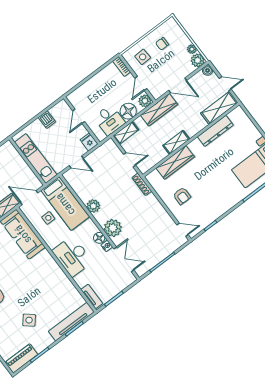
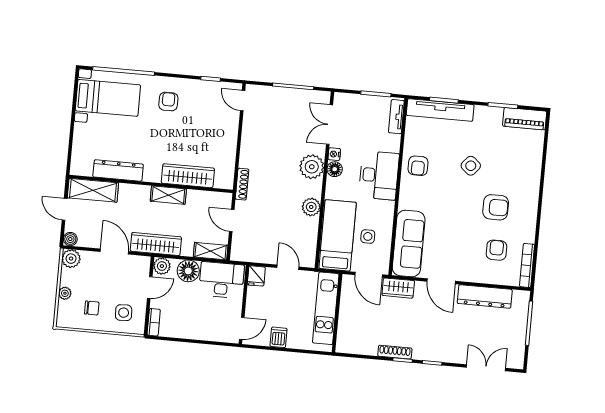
plant: (192, 49) -> (65, 293), moved
door: (79, 116) -> (242, 328), moved
desk: (109, 120) -> (221, 280), width x1.37
armchair: (182, 196) -> (168, 102), moved
armchair: (56, 281) -> (418, 166), added
side table: (29, 320) -> (471, 166), moved

